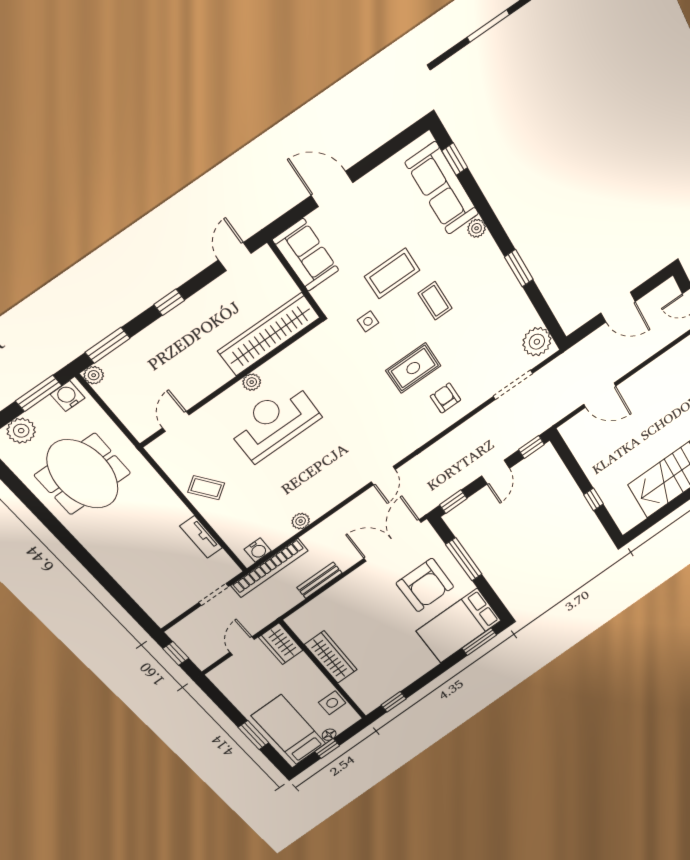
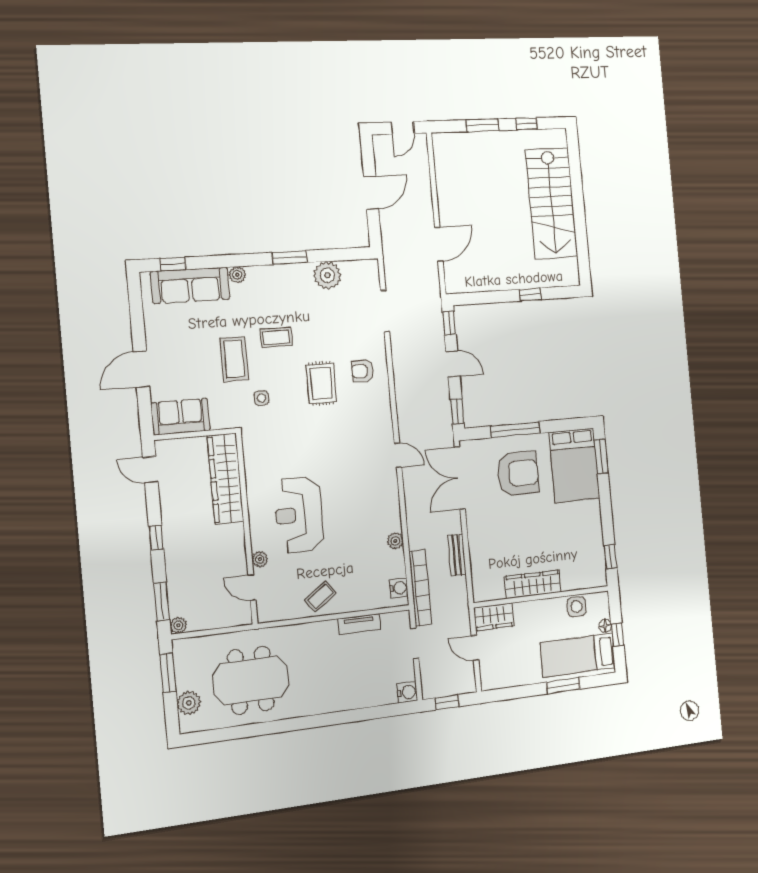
plant: (537, 342) -> (327, 275), moved
plant: (252, 382) -> (260, 559), moved
water cooler: (68, 396) -> (407, 692), moved, turned 180

